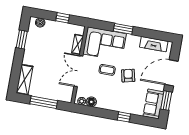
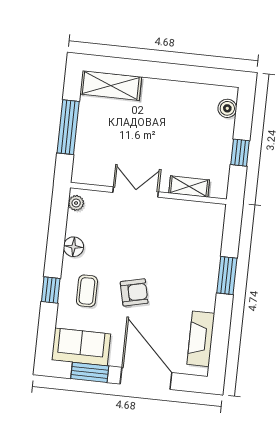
window: (22, 39) -> (191, 74), removed
corner sofa: (105, 44) -> (194, 240), removed
coffee table: (107, 70) -> (87, 291), moved
double door: (78, 71) -> (136, 192), width x0.73
floor lamp: (91, 102) -> (74, 247), moved

